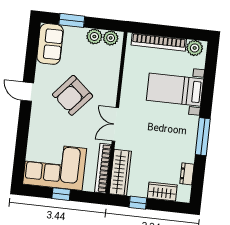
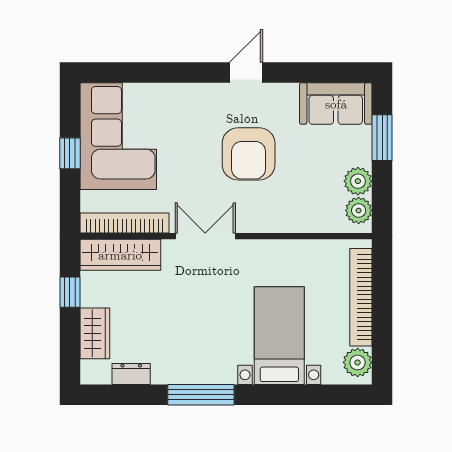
armchair: (73, 95) -> (249, 154), turned -131

